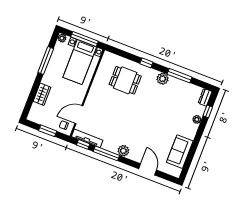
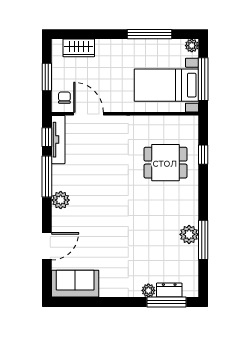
window: (146, 63) -> (203, 155), moved
plant: (163, 79) -> (189, 234), moved
dining table: (125, 80) -> (165, 163), turned 90
wardrobe: (42, 94) -> (79, 48), moved
dresser: (205, 97) -> (169, 290), moved
window: (208, 111) -> (166, 302), width x2.17
sofa: (180, 152) -> (75, 284), moved

